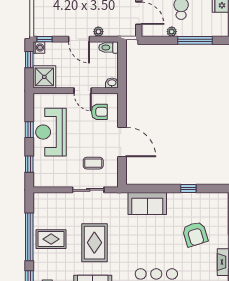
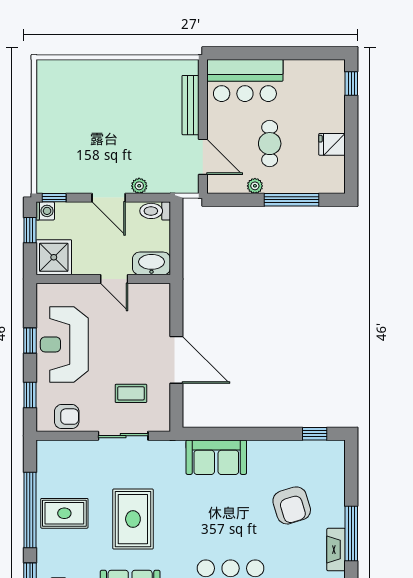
washbasin: (112, 83) -> (151, 263), width x1.91, depth x1.45
armchair: (99, 112) -> (67, 417), moved
window: (188, 189) -> (315, 434), moved

